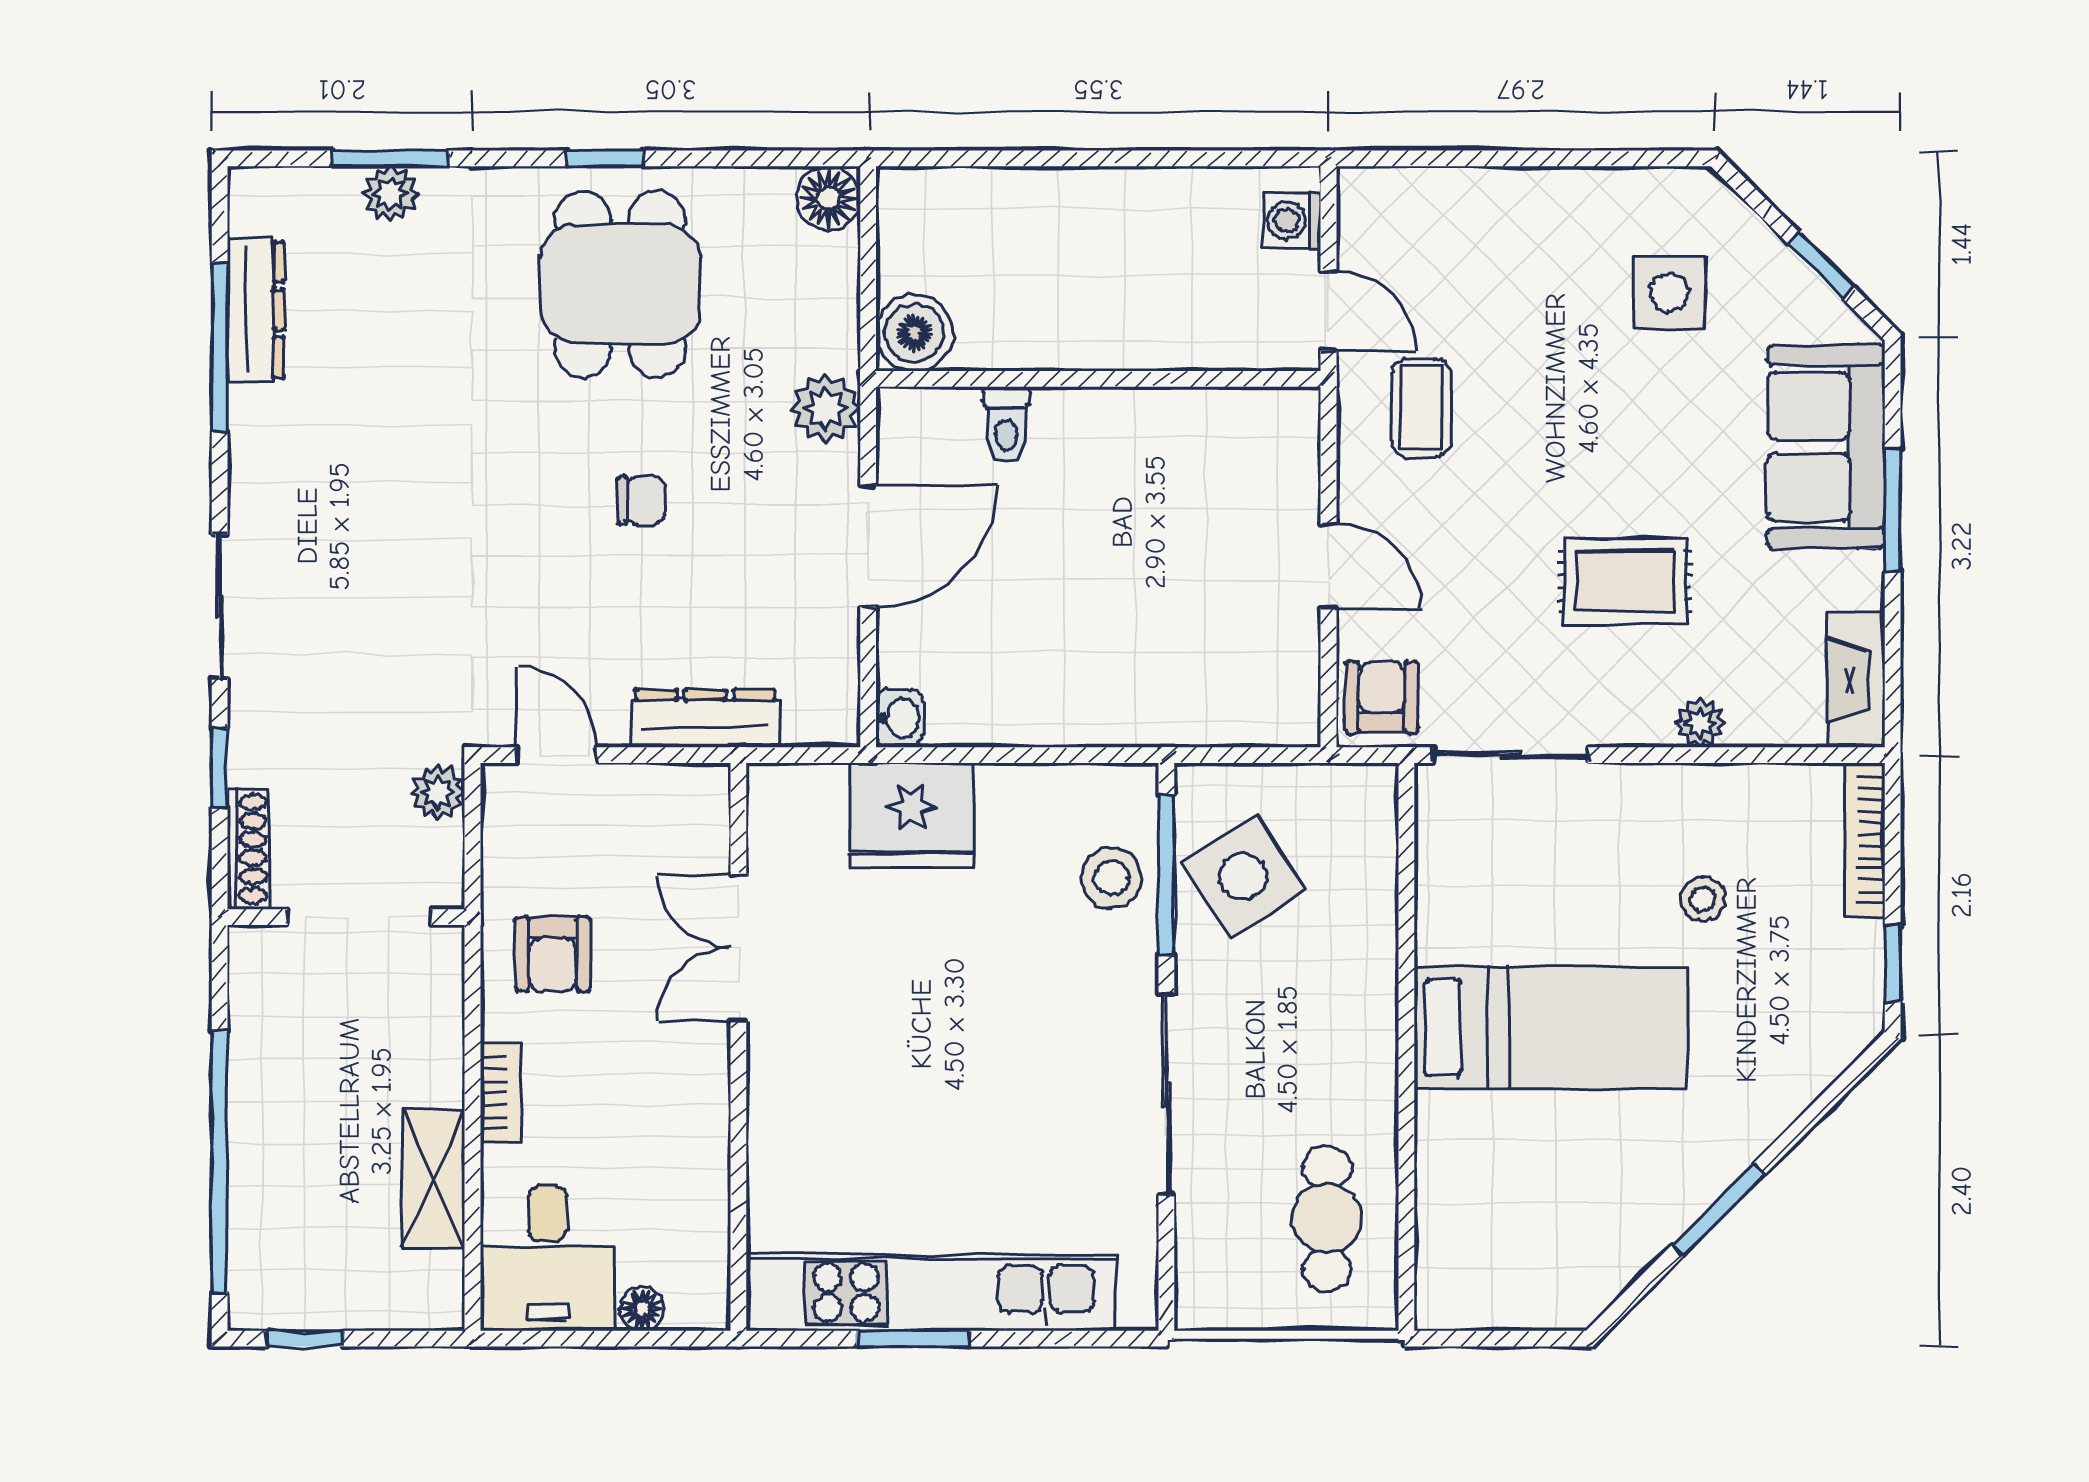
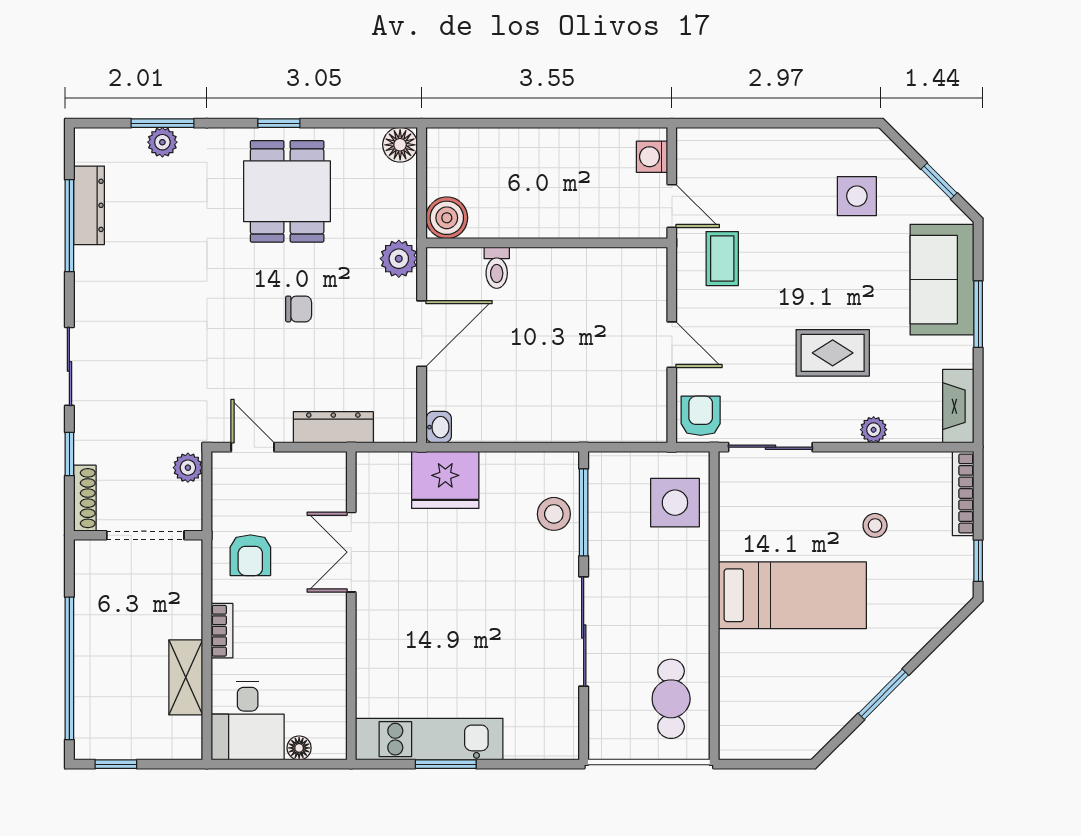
side table: (1243, 876) -> (675, 503), moved, turned 33
kitchen unit: (931, 1293) -> (429, 739), width x0.73

